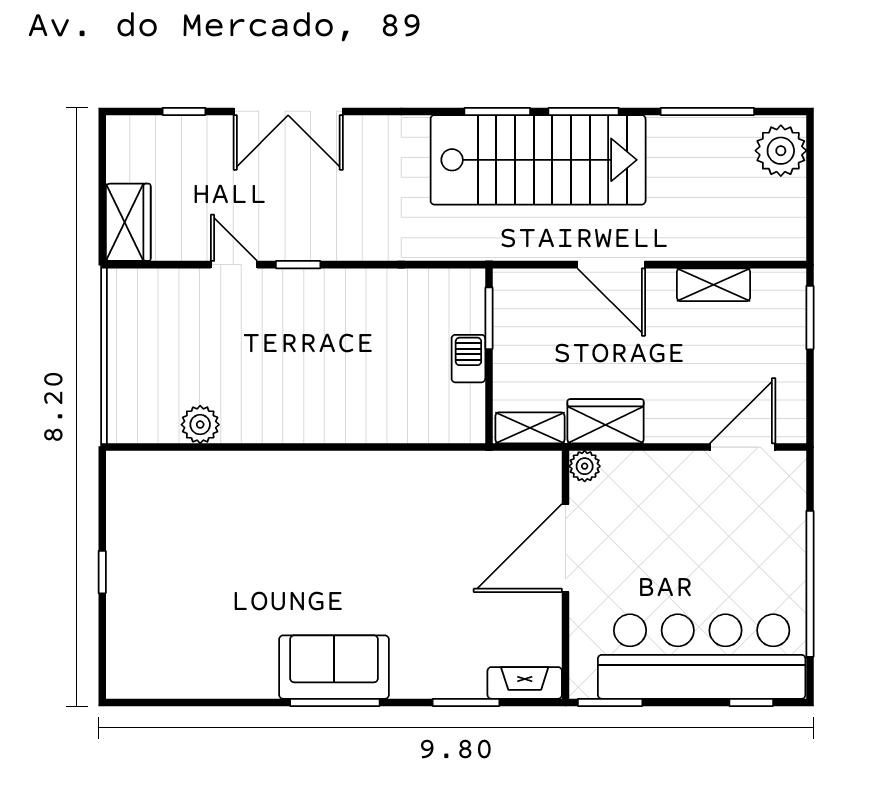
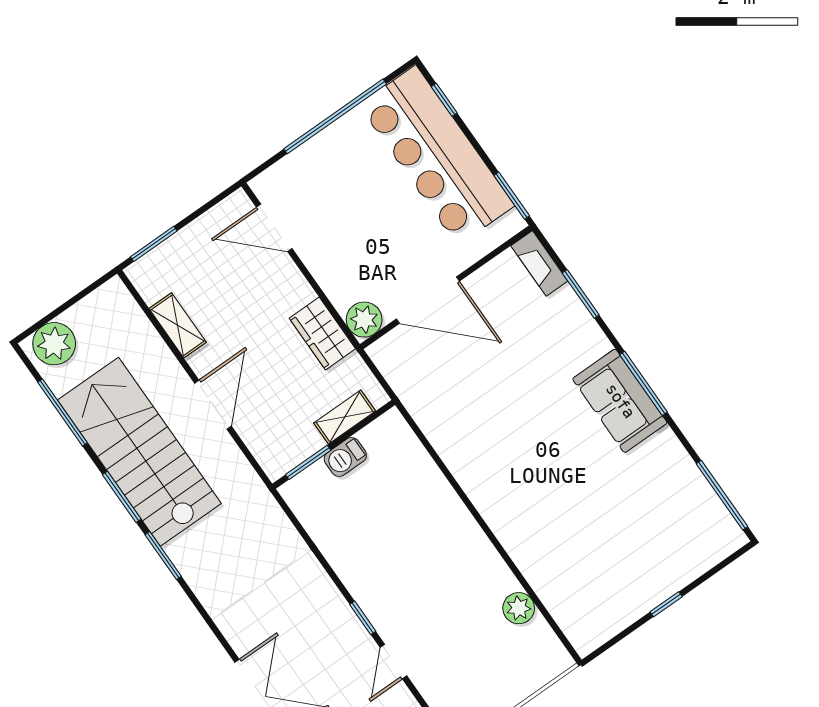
stairs: (538, 160) -> (139, 452), moved
shelving: (530, 428) -> (345, 417), moved, turned 90
plant: (585, 466) -> (364, 320), width x1.38, depth x1.38
window: (171, 702) -> (722, 495), added

